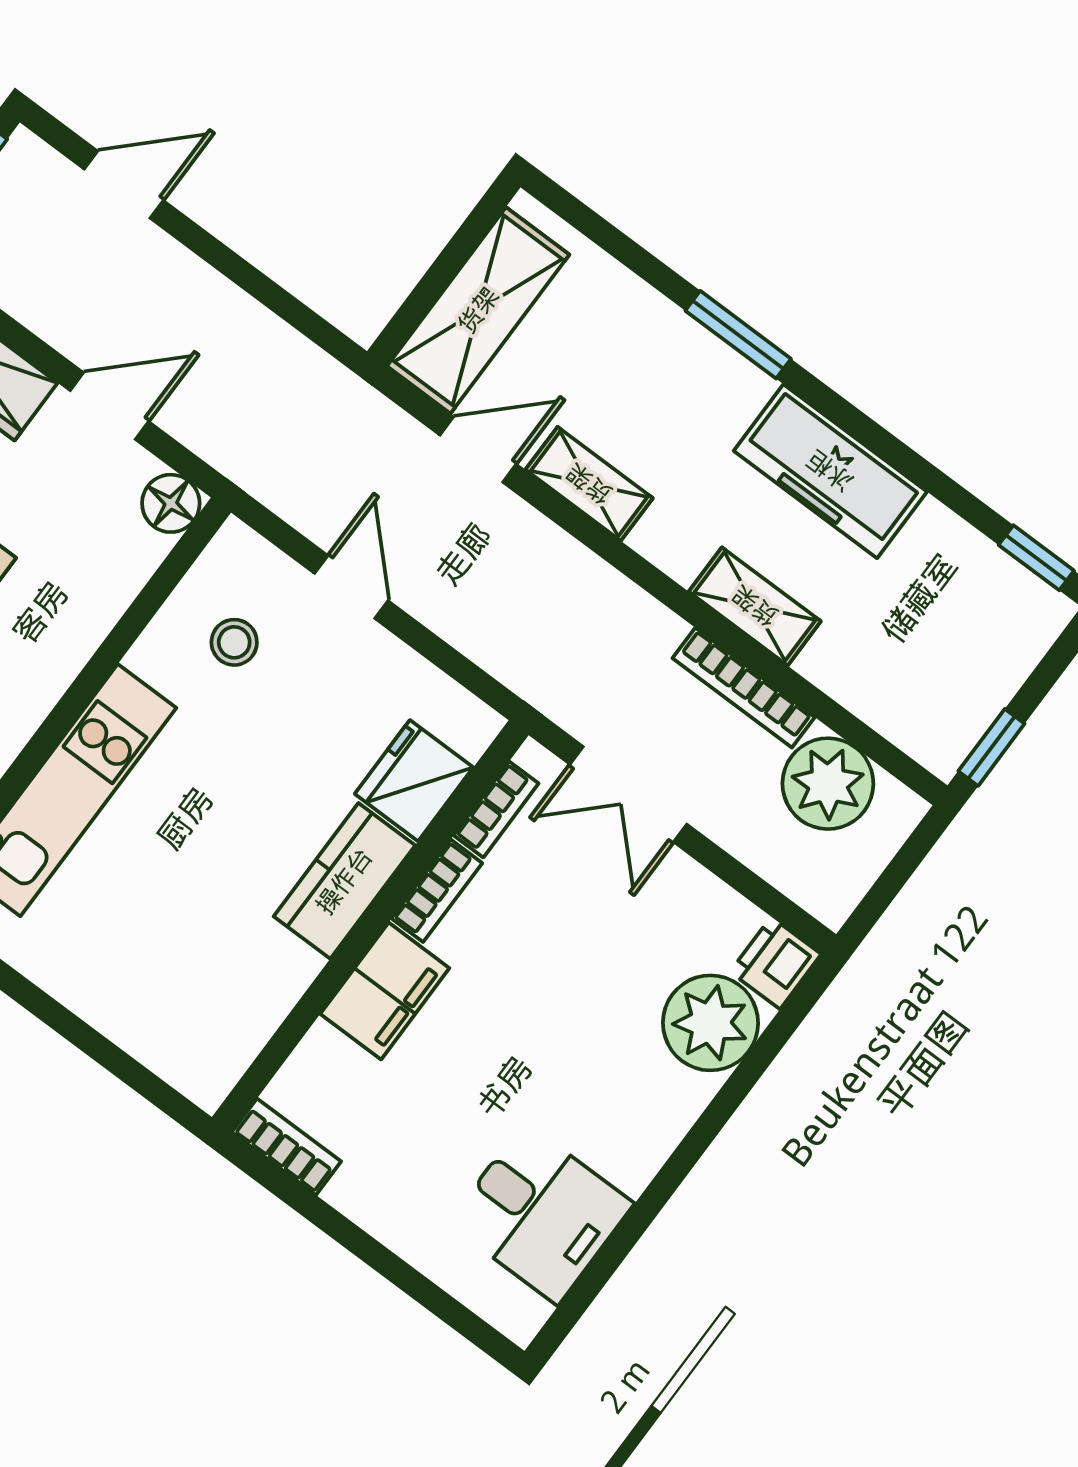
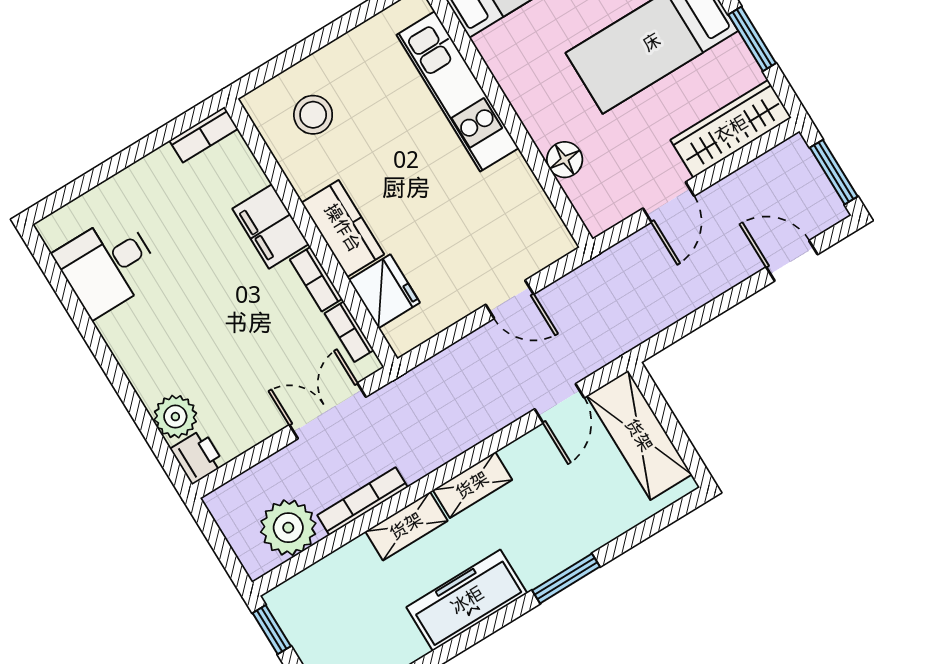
door: (124, 185) -> (792, 261), swing flipped
shelving: (589, 484) -> (472, 485), moved
floor lamp: (171, 503) -> (565, 160), moved
stool: (234, 642) -> (313, 115), moved, width x1.37, depth x1.37
plant: (710, 1023) -> (175, 417), width x0.73, depth x0.73

